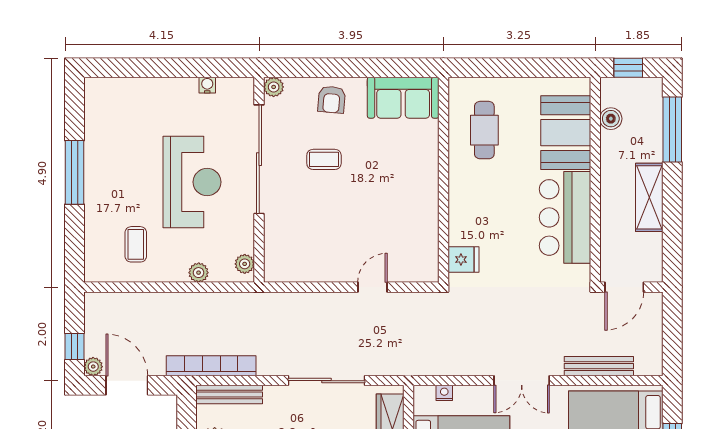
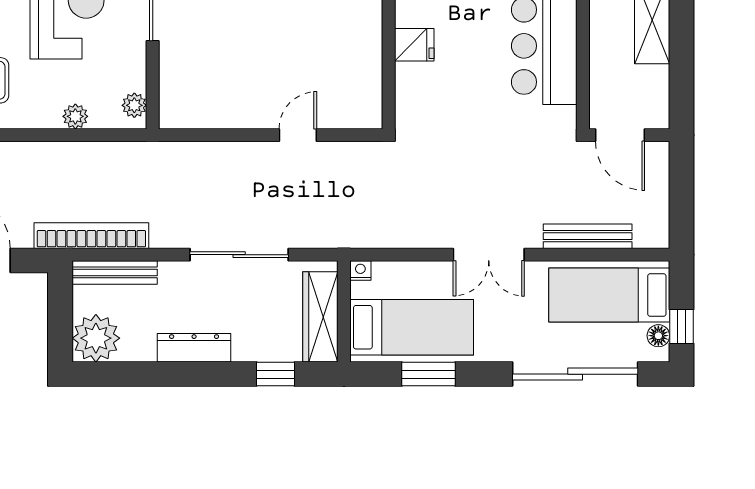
fridge: (463, 260) -> (414, 45), moved
door: (624, 287) -> (620, 135), hinge flipped
nightstand: (444, 393) -> (360, 270), moved

